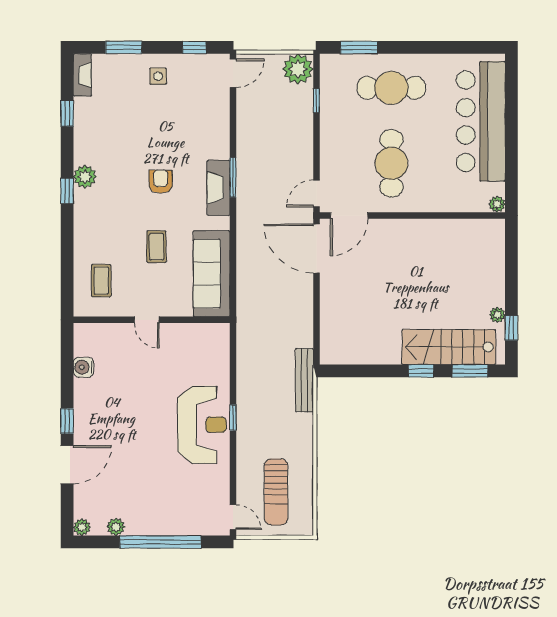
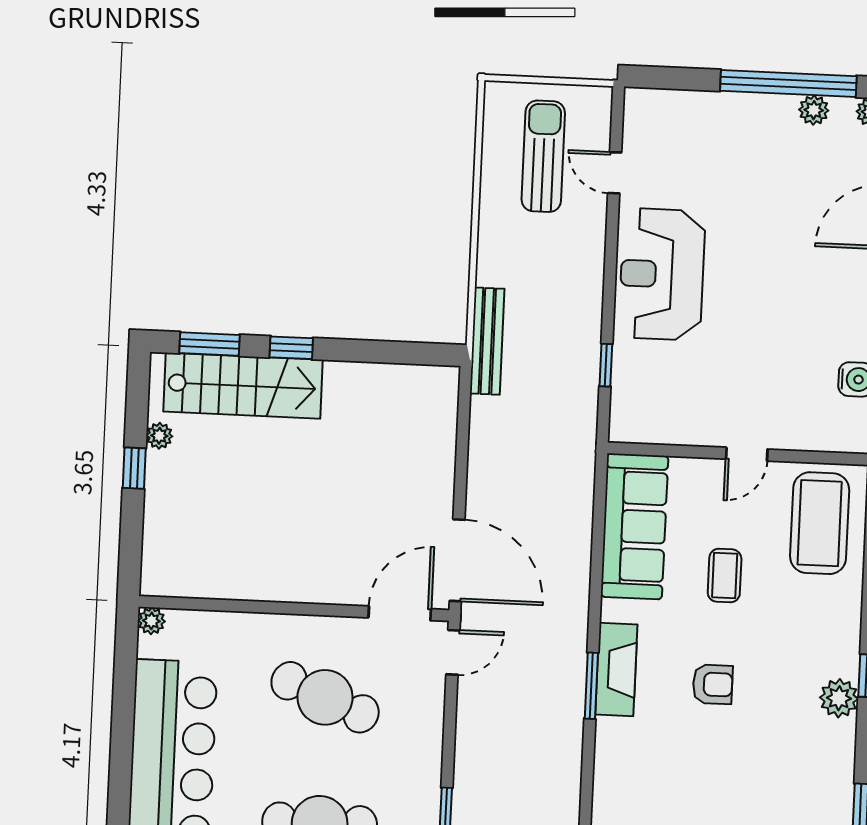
cafe table: (391, 163) -> (325, 697), turned -68
armchair: (161, 182) -> (713, 684), turned -90
coffee table: (101, 281) -> (820, 523), width x1.86, depth x1.72
door: (147, 320) -> (747, 454), swing flipped
window: (511, 328) -> (134, 468), moved
window: (233, 418) -> (606, 365), moved
door: (233, 517) -> (615, 173), moved
window: (160, 542) -> (788, 83), moved

